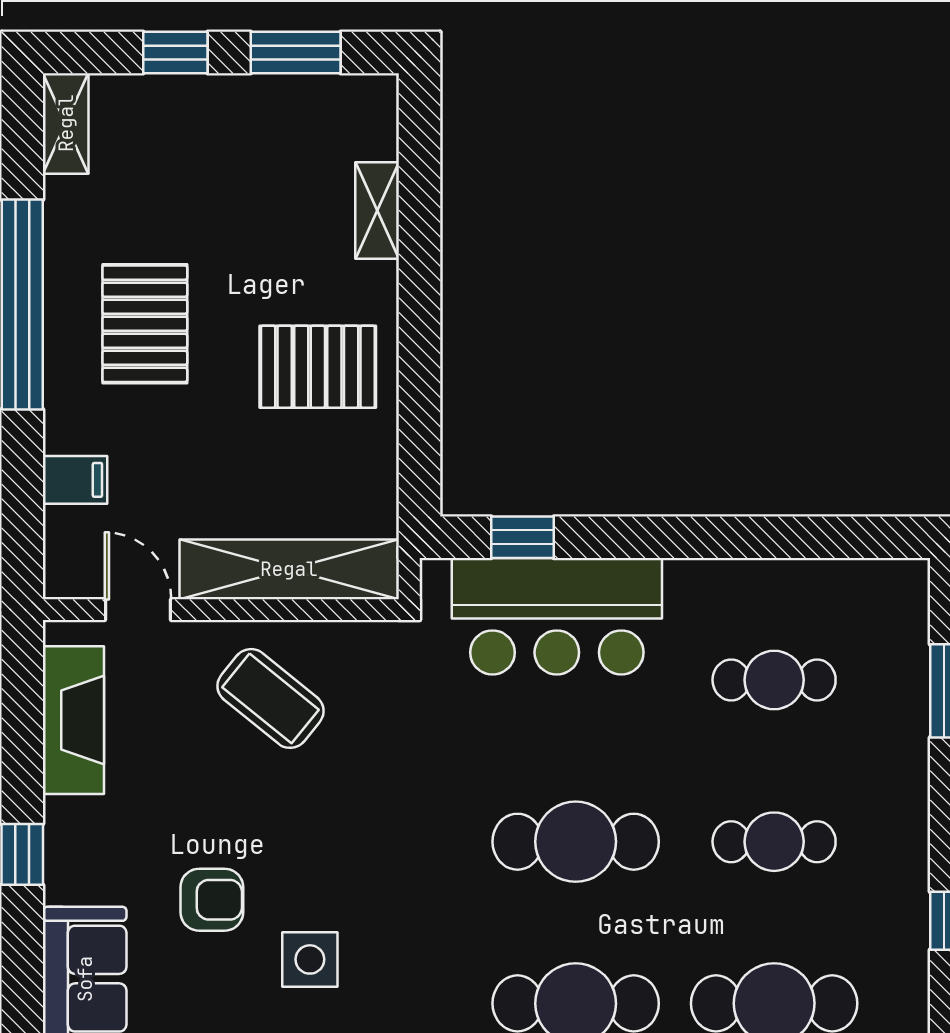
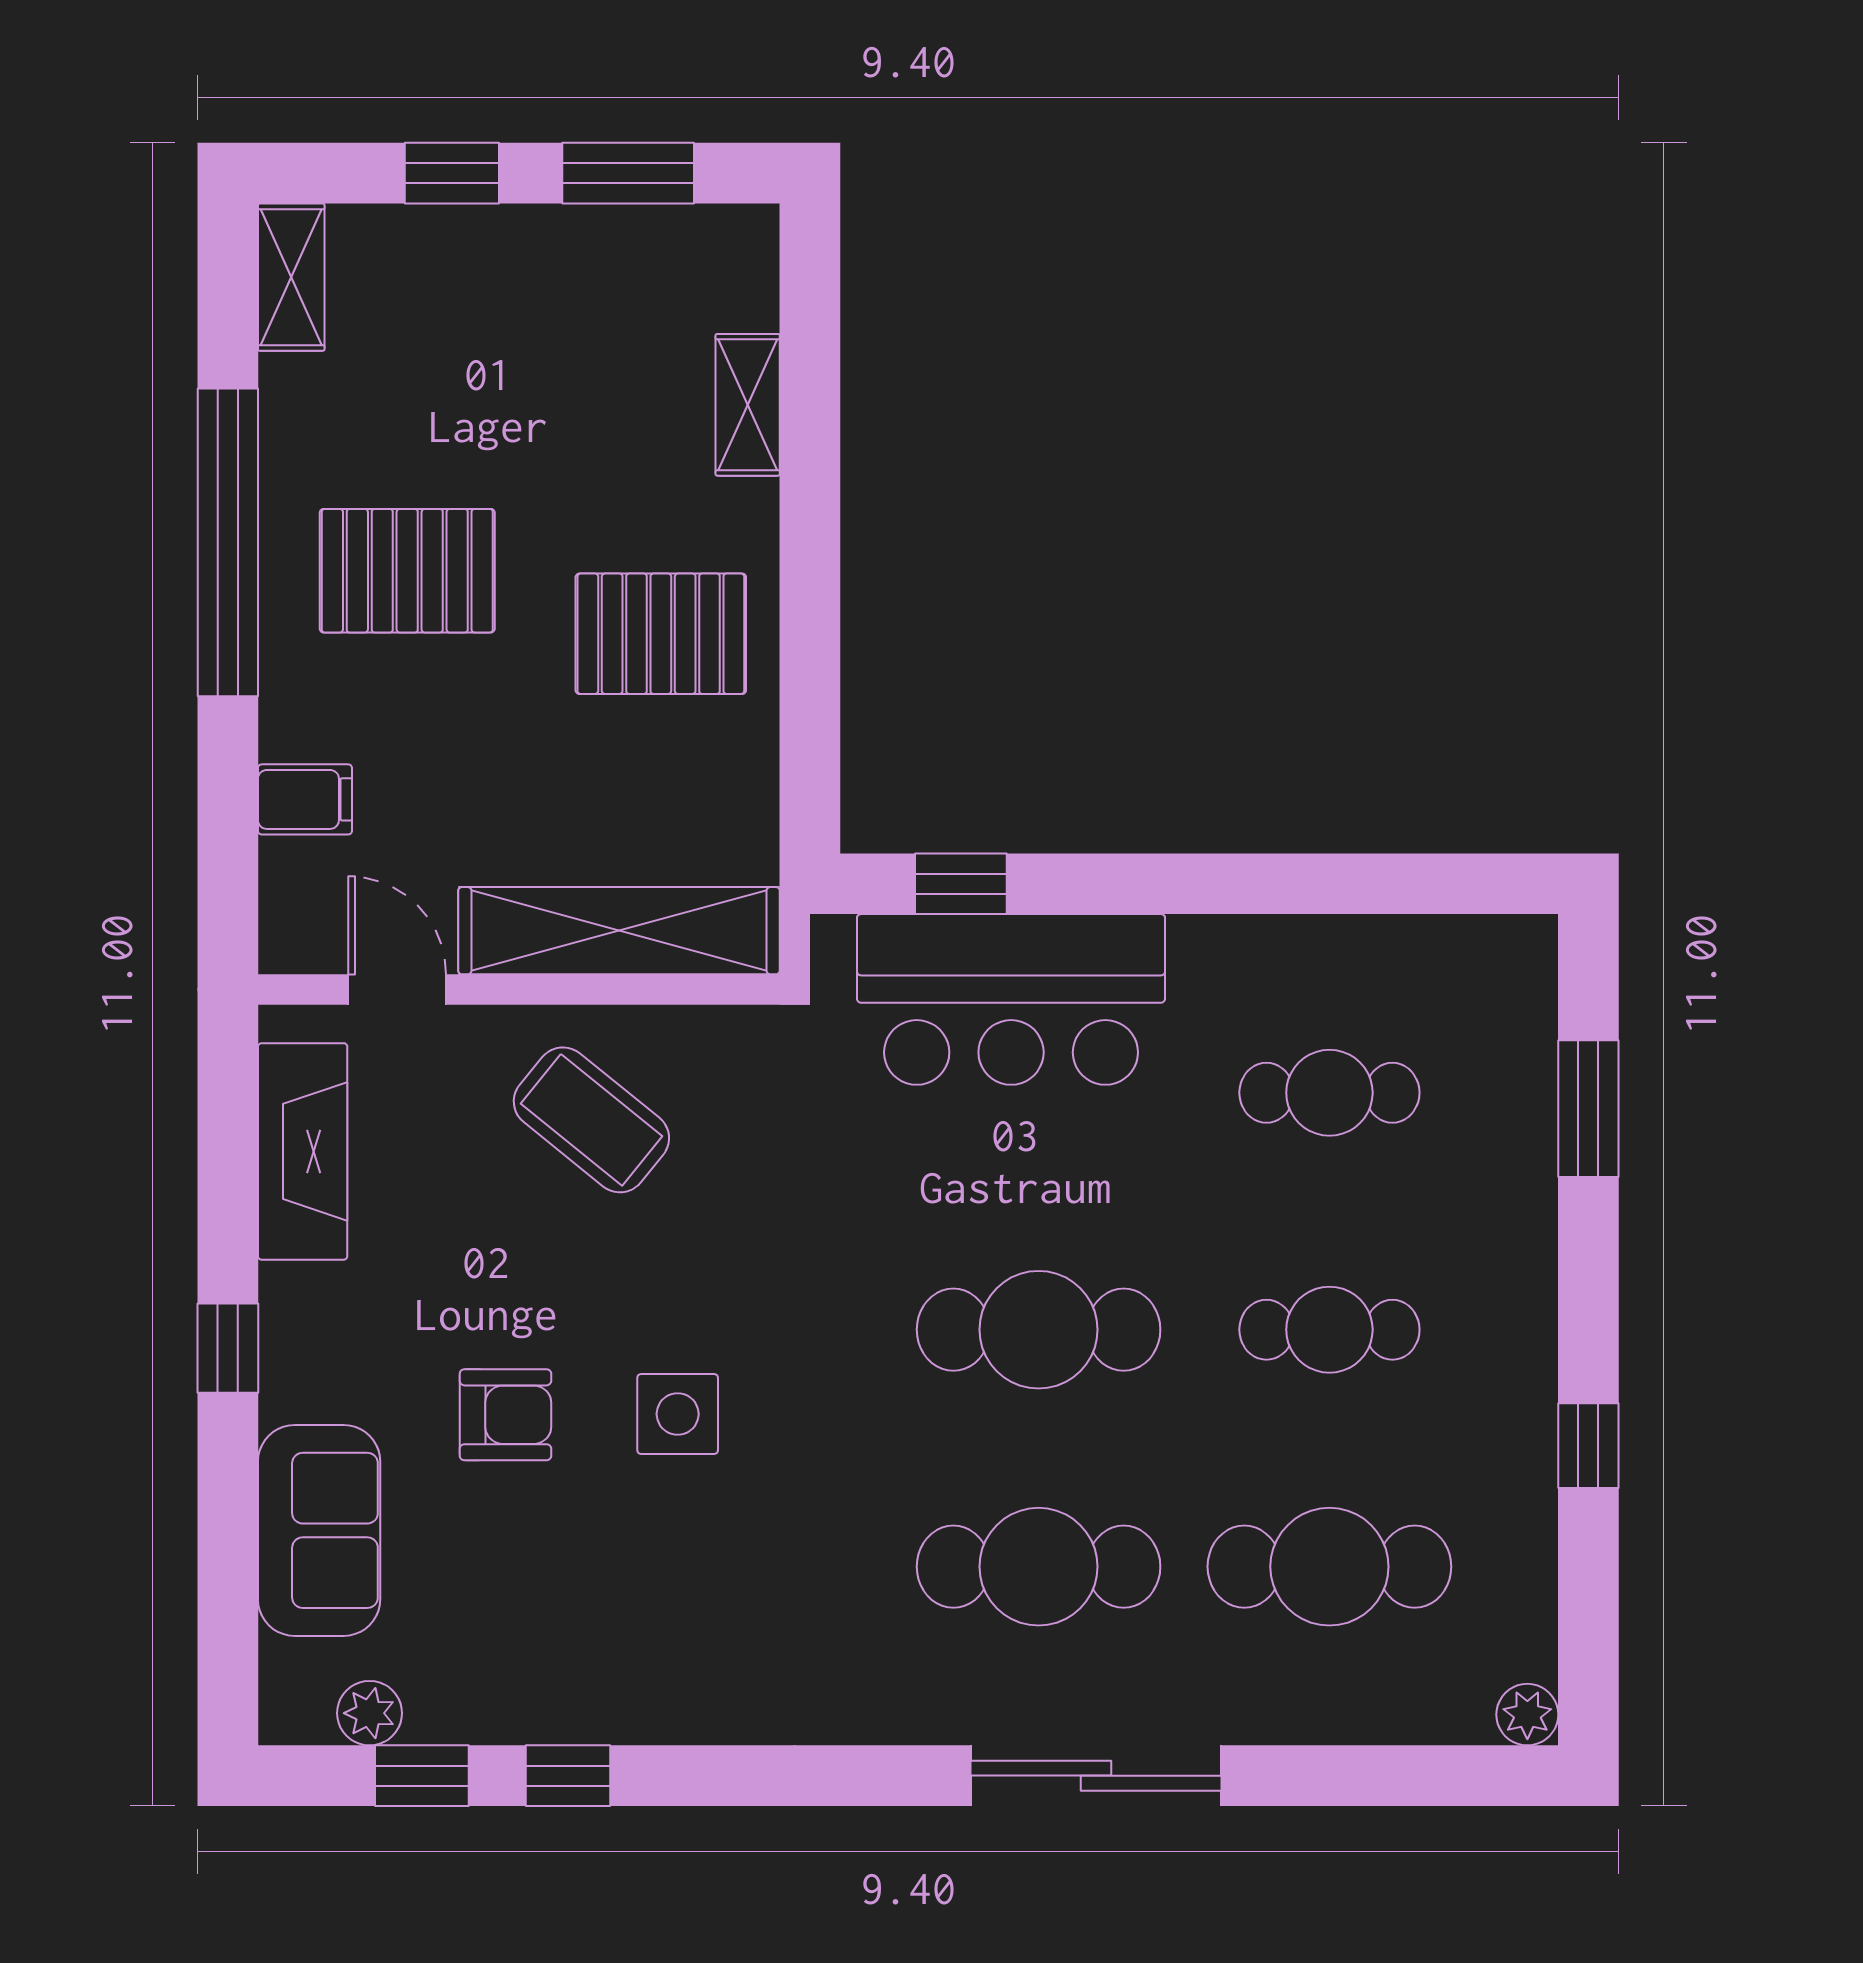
pallet: (145, 324) -> (407, 571), turned 90
side table: (310, 959) -> (678, 1414), moved

